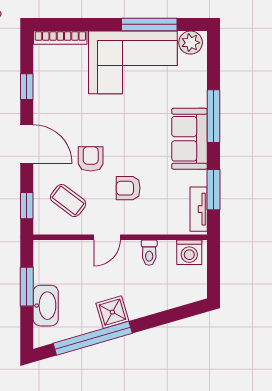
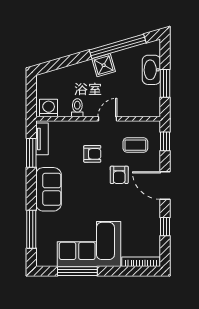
plant: (191, 43) -> (48, 258), removed
window: (214, 116) -> (31, 229), moved
coffee table: (68, 201) -> (135, 145), turned -37

